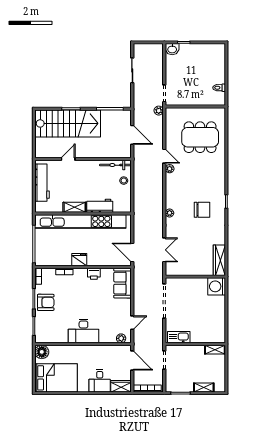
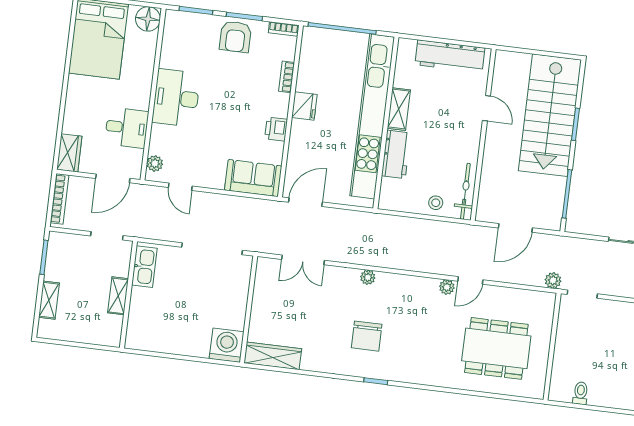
dining table: (200, 137) -> (496, 348), turned 90
shelving: (215, 350) -> (118, 296), moved
desk: (100, 381) -> (127, 128), moved, turned 180

